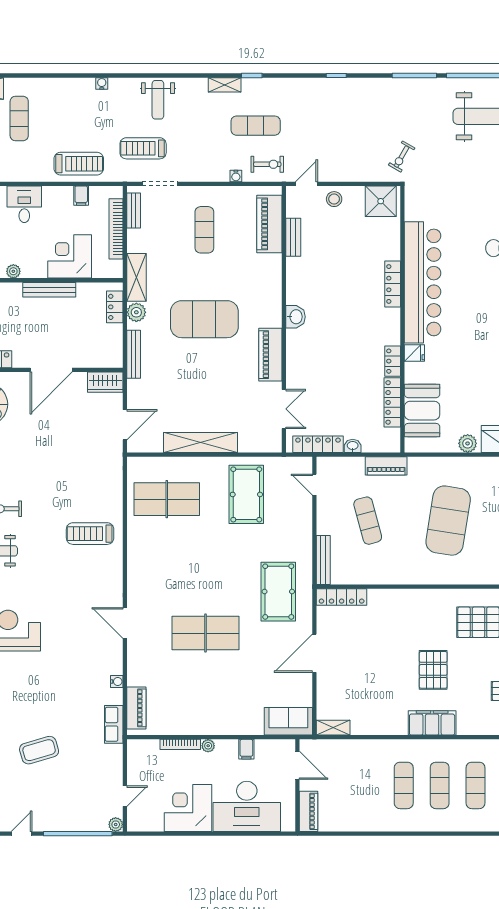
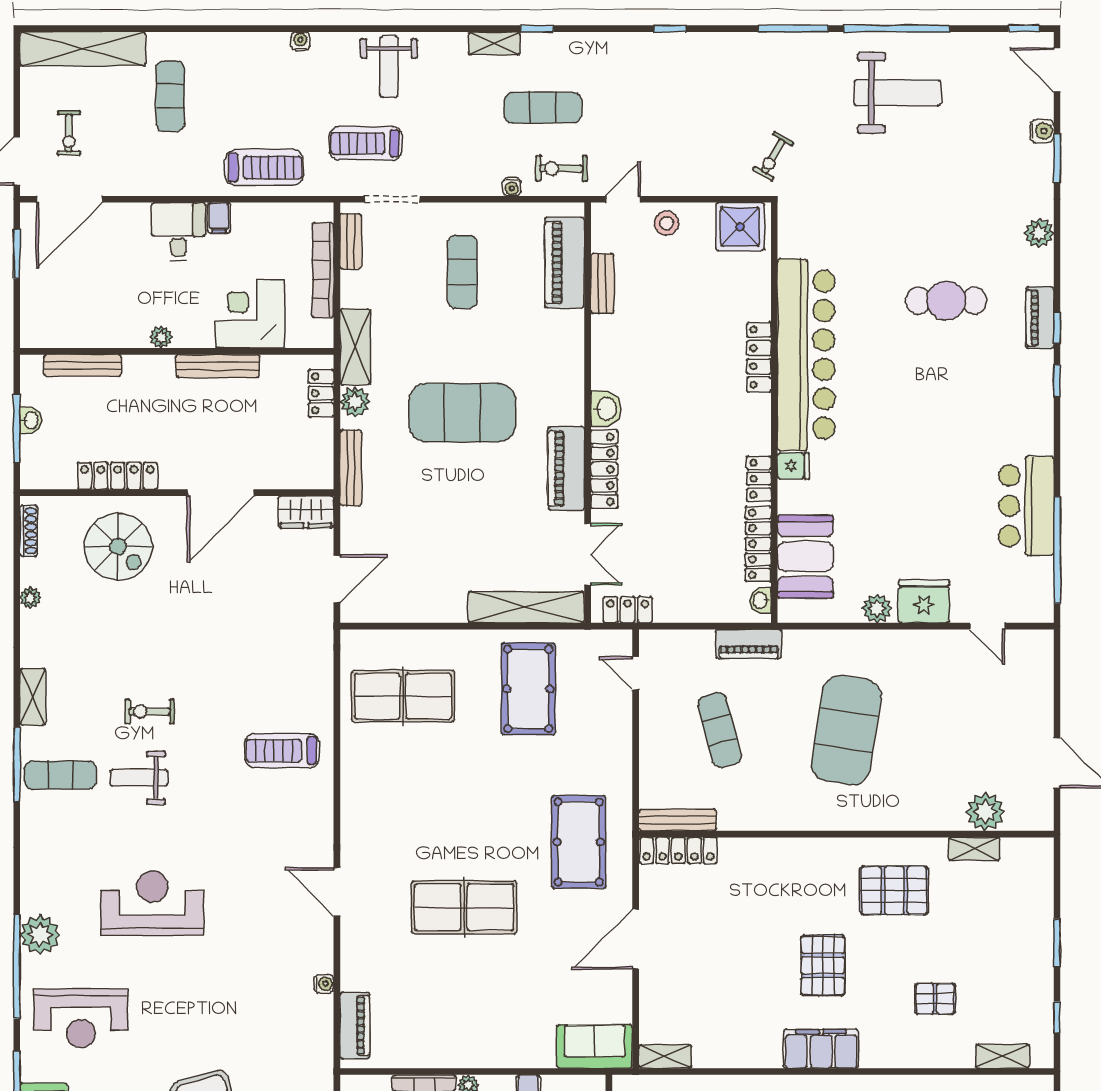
exercise bike: (267, 164) -> (561, 168), turned 180
filing cabinet: (81, 196) -> (219, 218), moved
locker: (294, 355) -> (604, 469), added
shelving: (201, 443) -> (526, 607), moved
locker: (318, 444) -> (628, 610), width x0.66
washbasin: (353, 446) -> (761, 600), moved, turned -90
bench: (323, 560) -> (678, 820), moved, turned 90
row of seats: (114, 724) -> (319, 1051), removed

